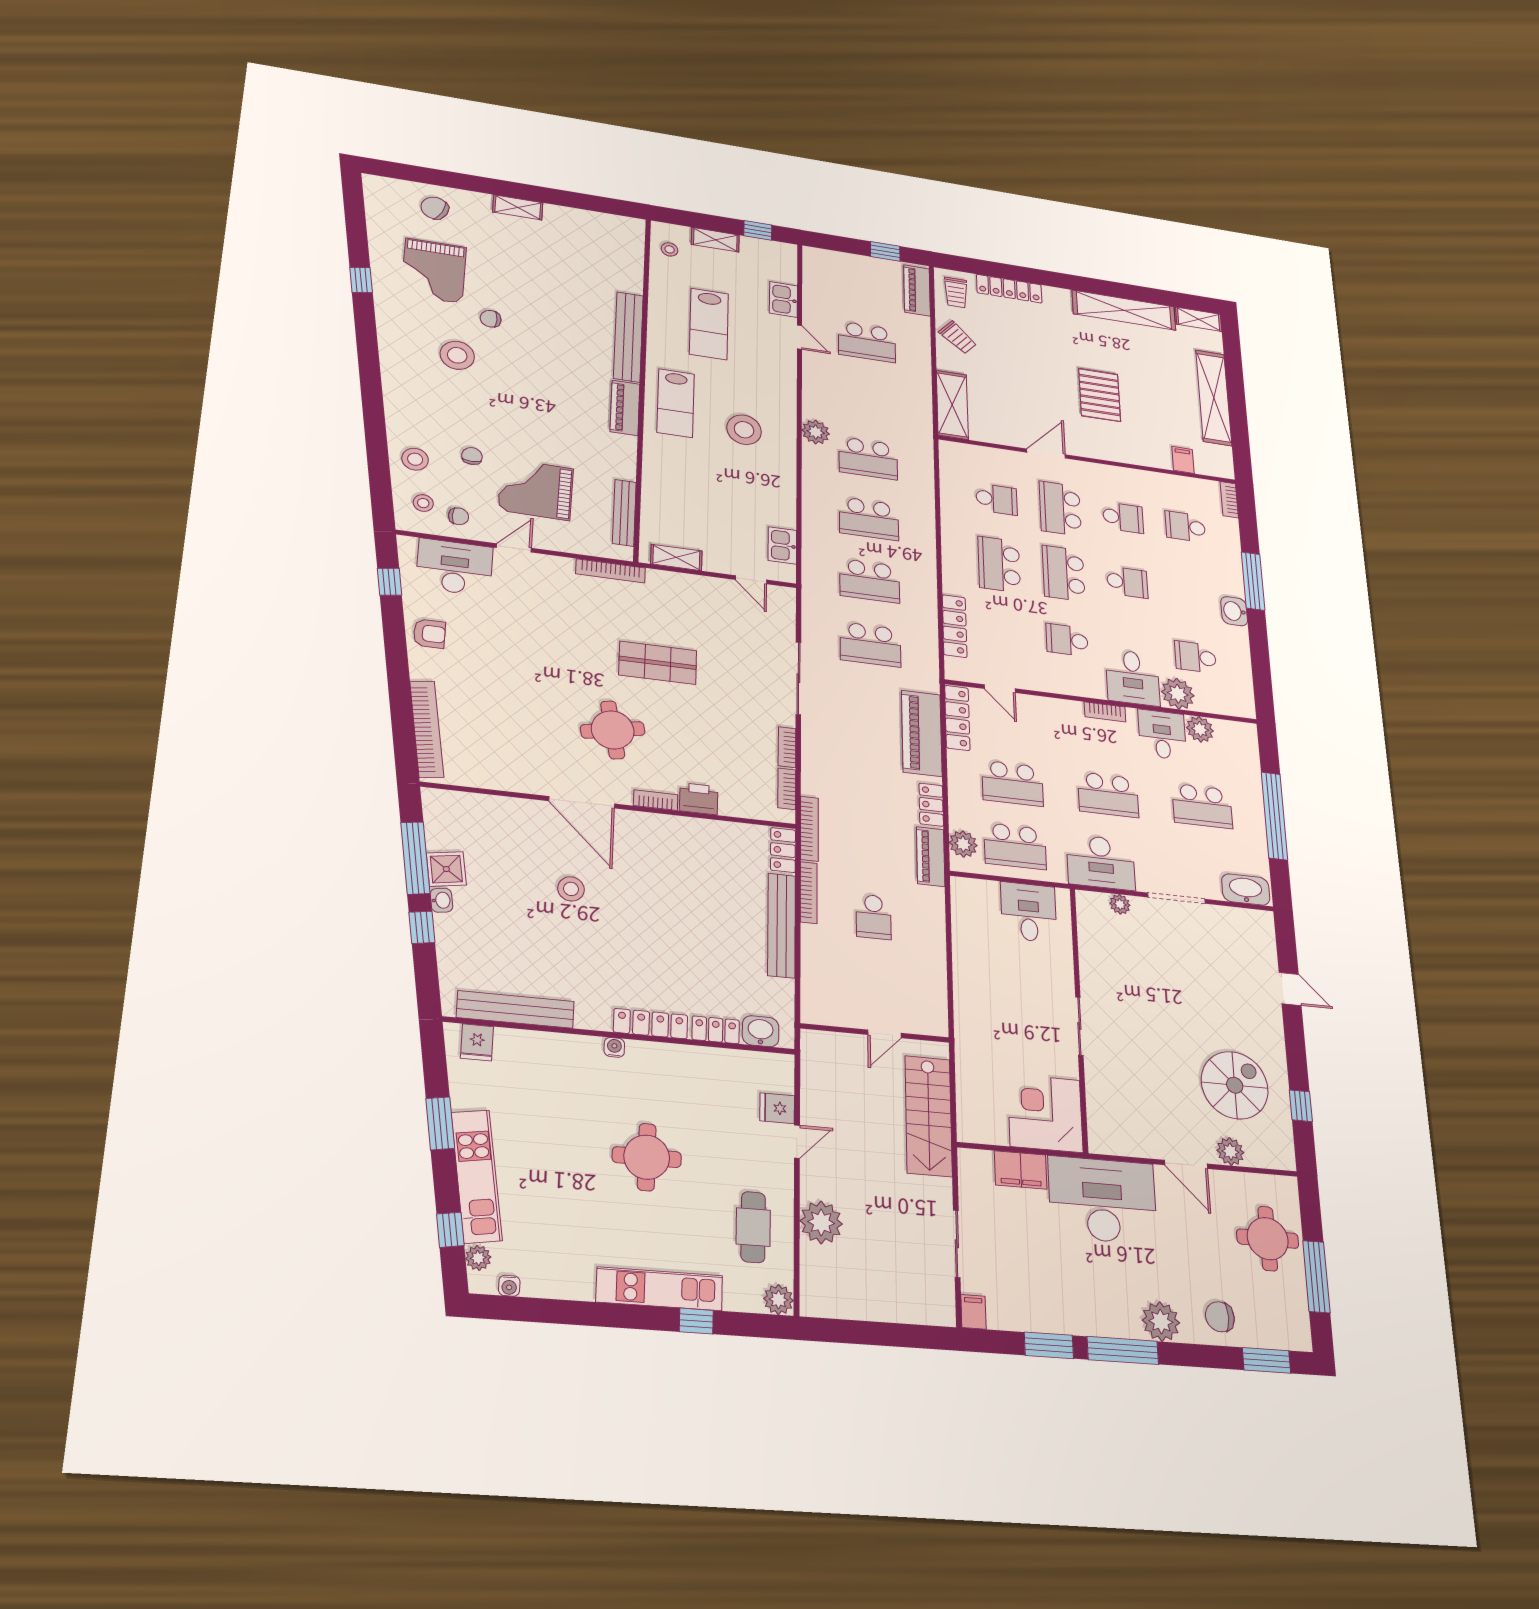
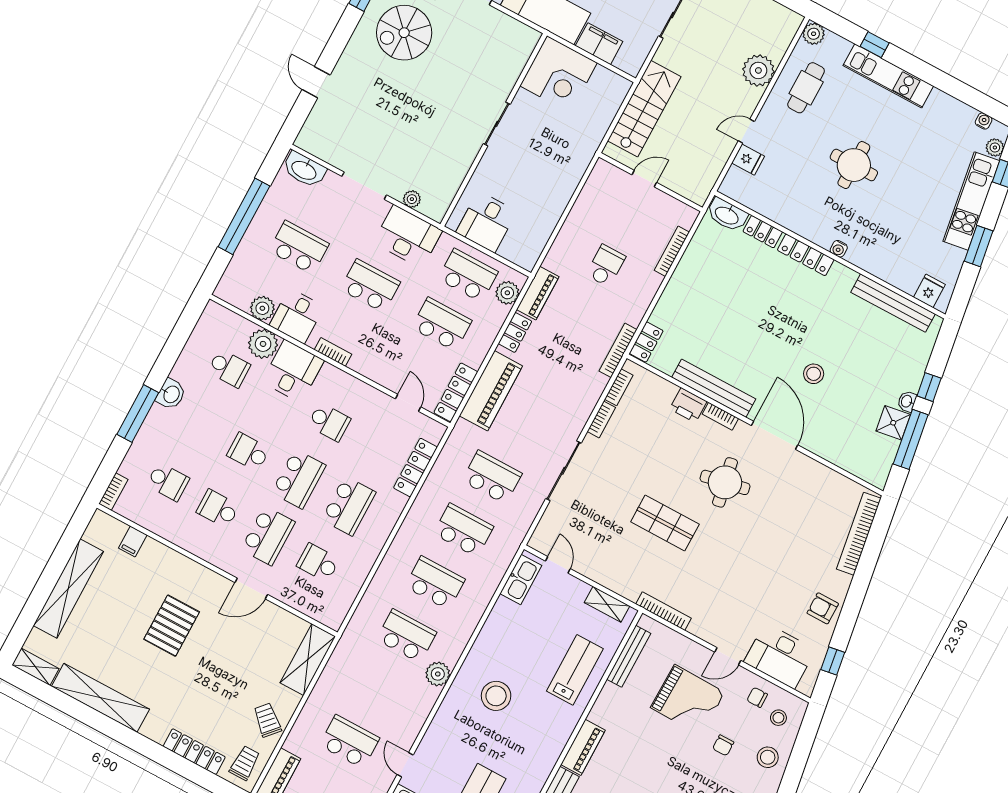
lab bench: (676, 403) -> (575, 670), moved
kitchen sink: (782, 545) -> (521, 579), width x1.38
bookcase: (809, 893) -> (672, 251), moved
bench: (781, 925) -> (714, 388), moved, turned 90
washbasin: (761, 1031) -> (727, 215), width x1.38

